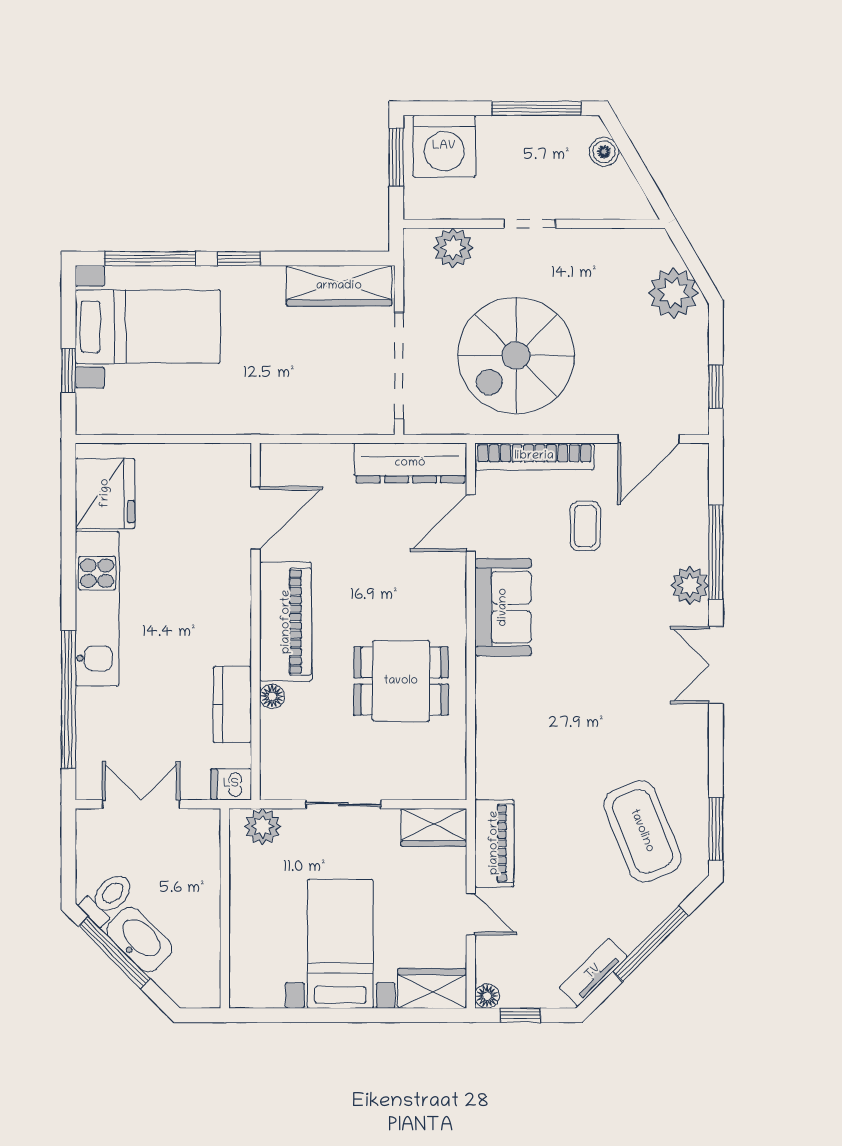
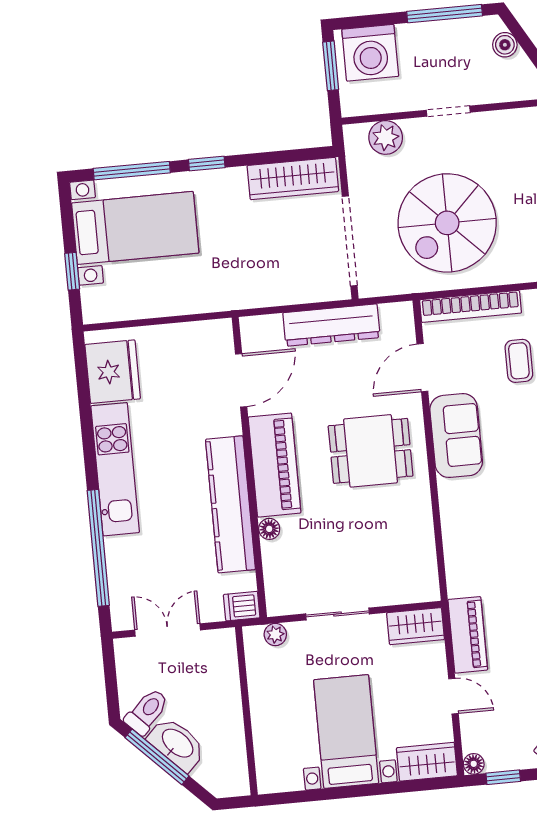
dresser: (410, 463) -> (331, 325), moved
dining table: (401, 681) -> (371, 451), moved
kitchen counter: (232, 704) -> (230, 504), width x2.08, depth x1.17
plant: (263, 826) -> (275, 634), width x0.73, depth x0.73

